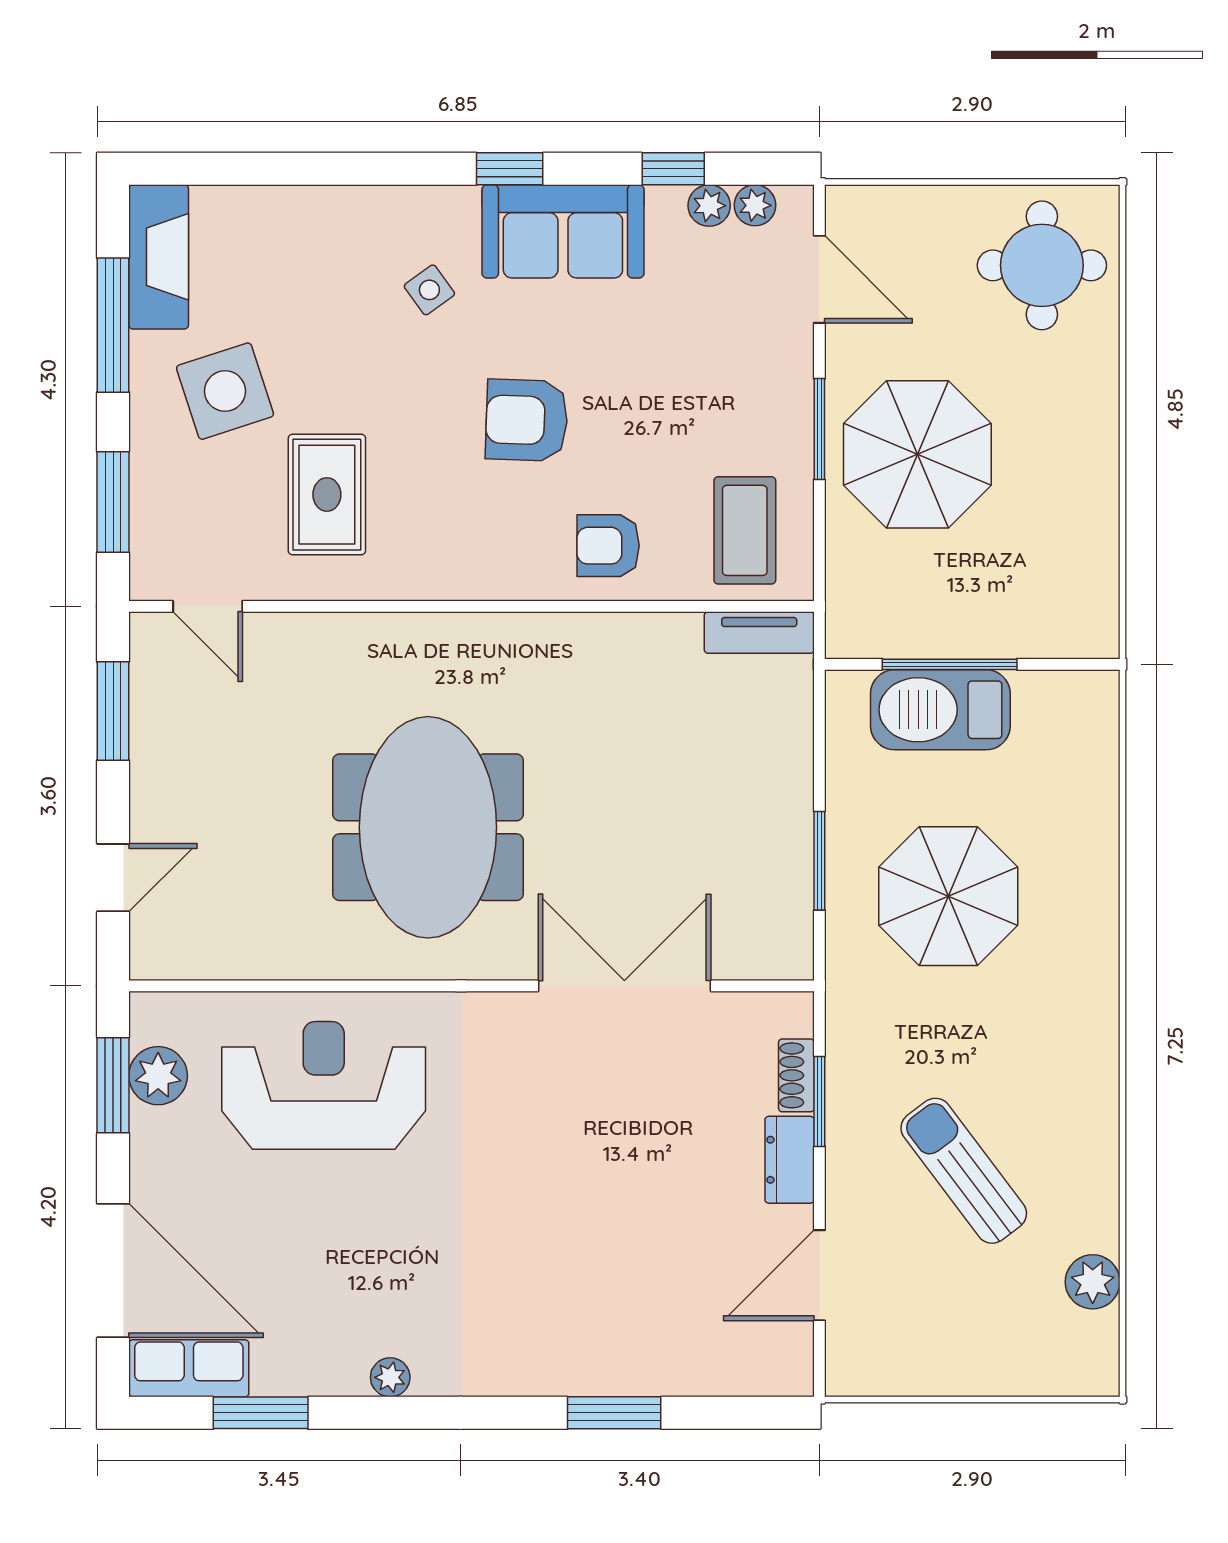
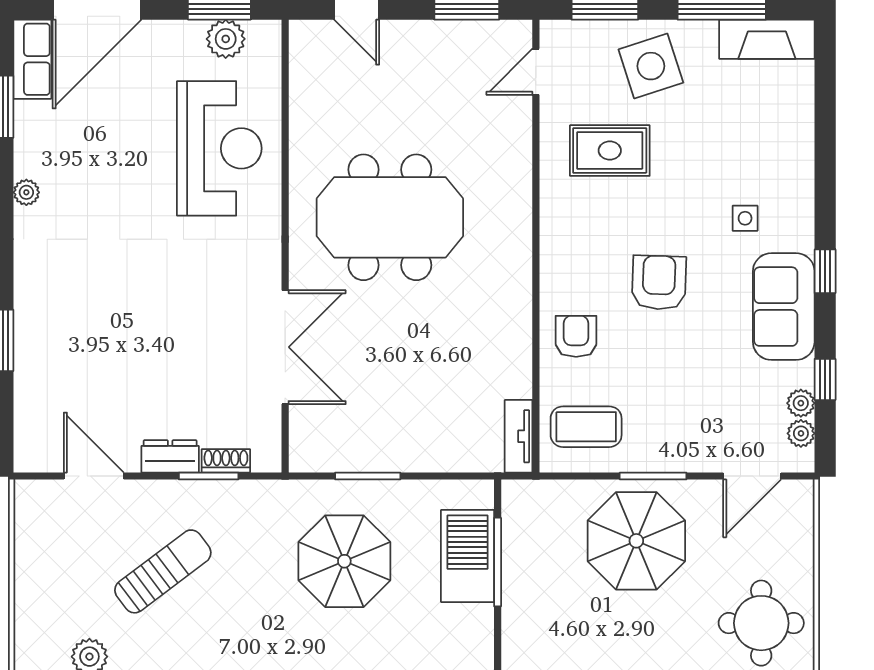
side table: (429, 290) -> (745, 218), turned 36
side table: (225, 391) -> (651, 66), moved

